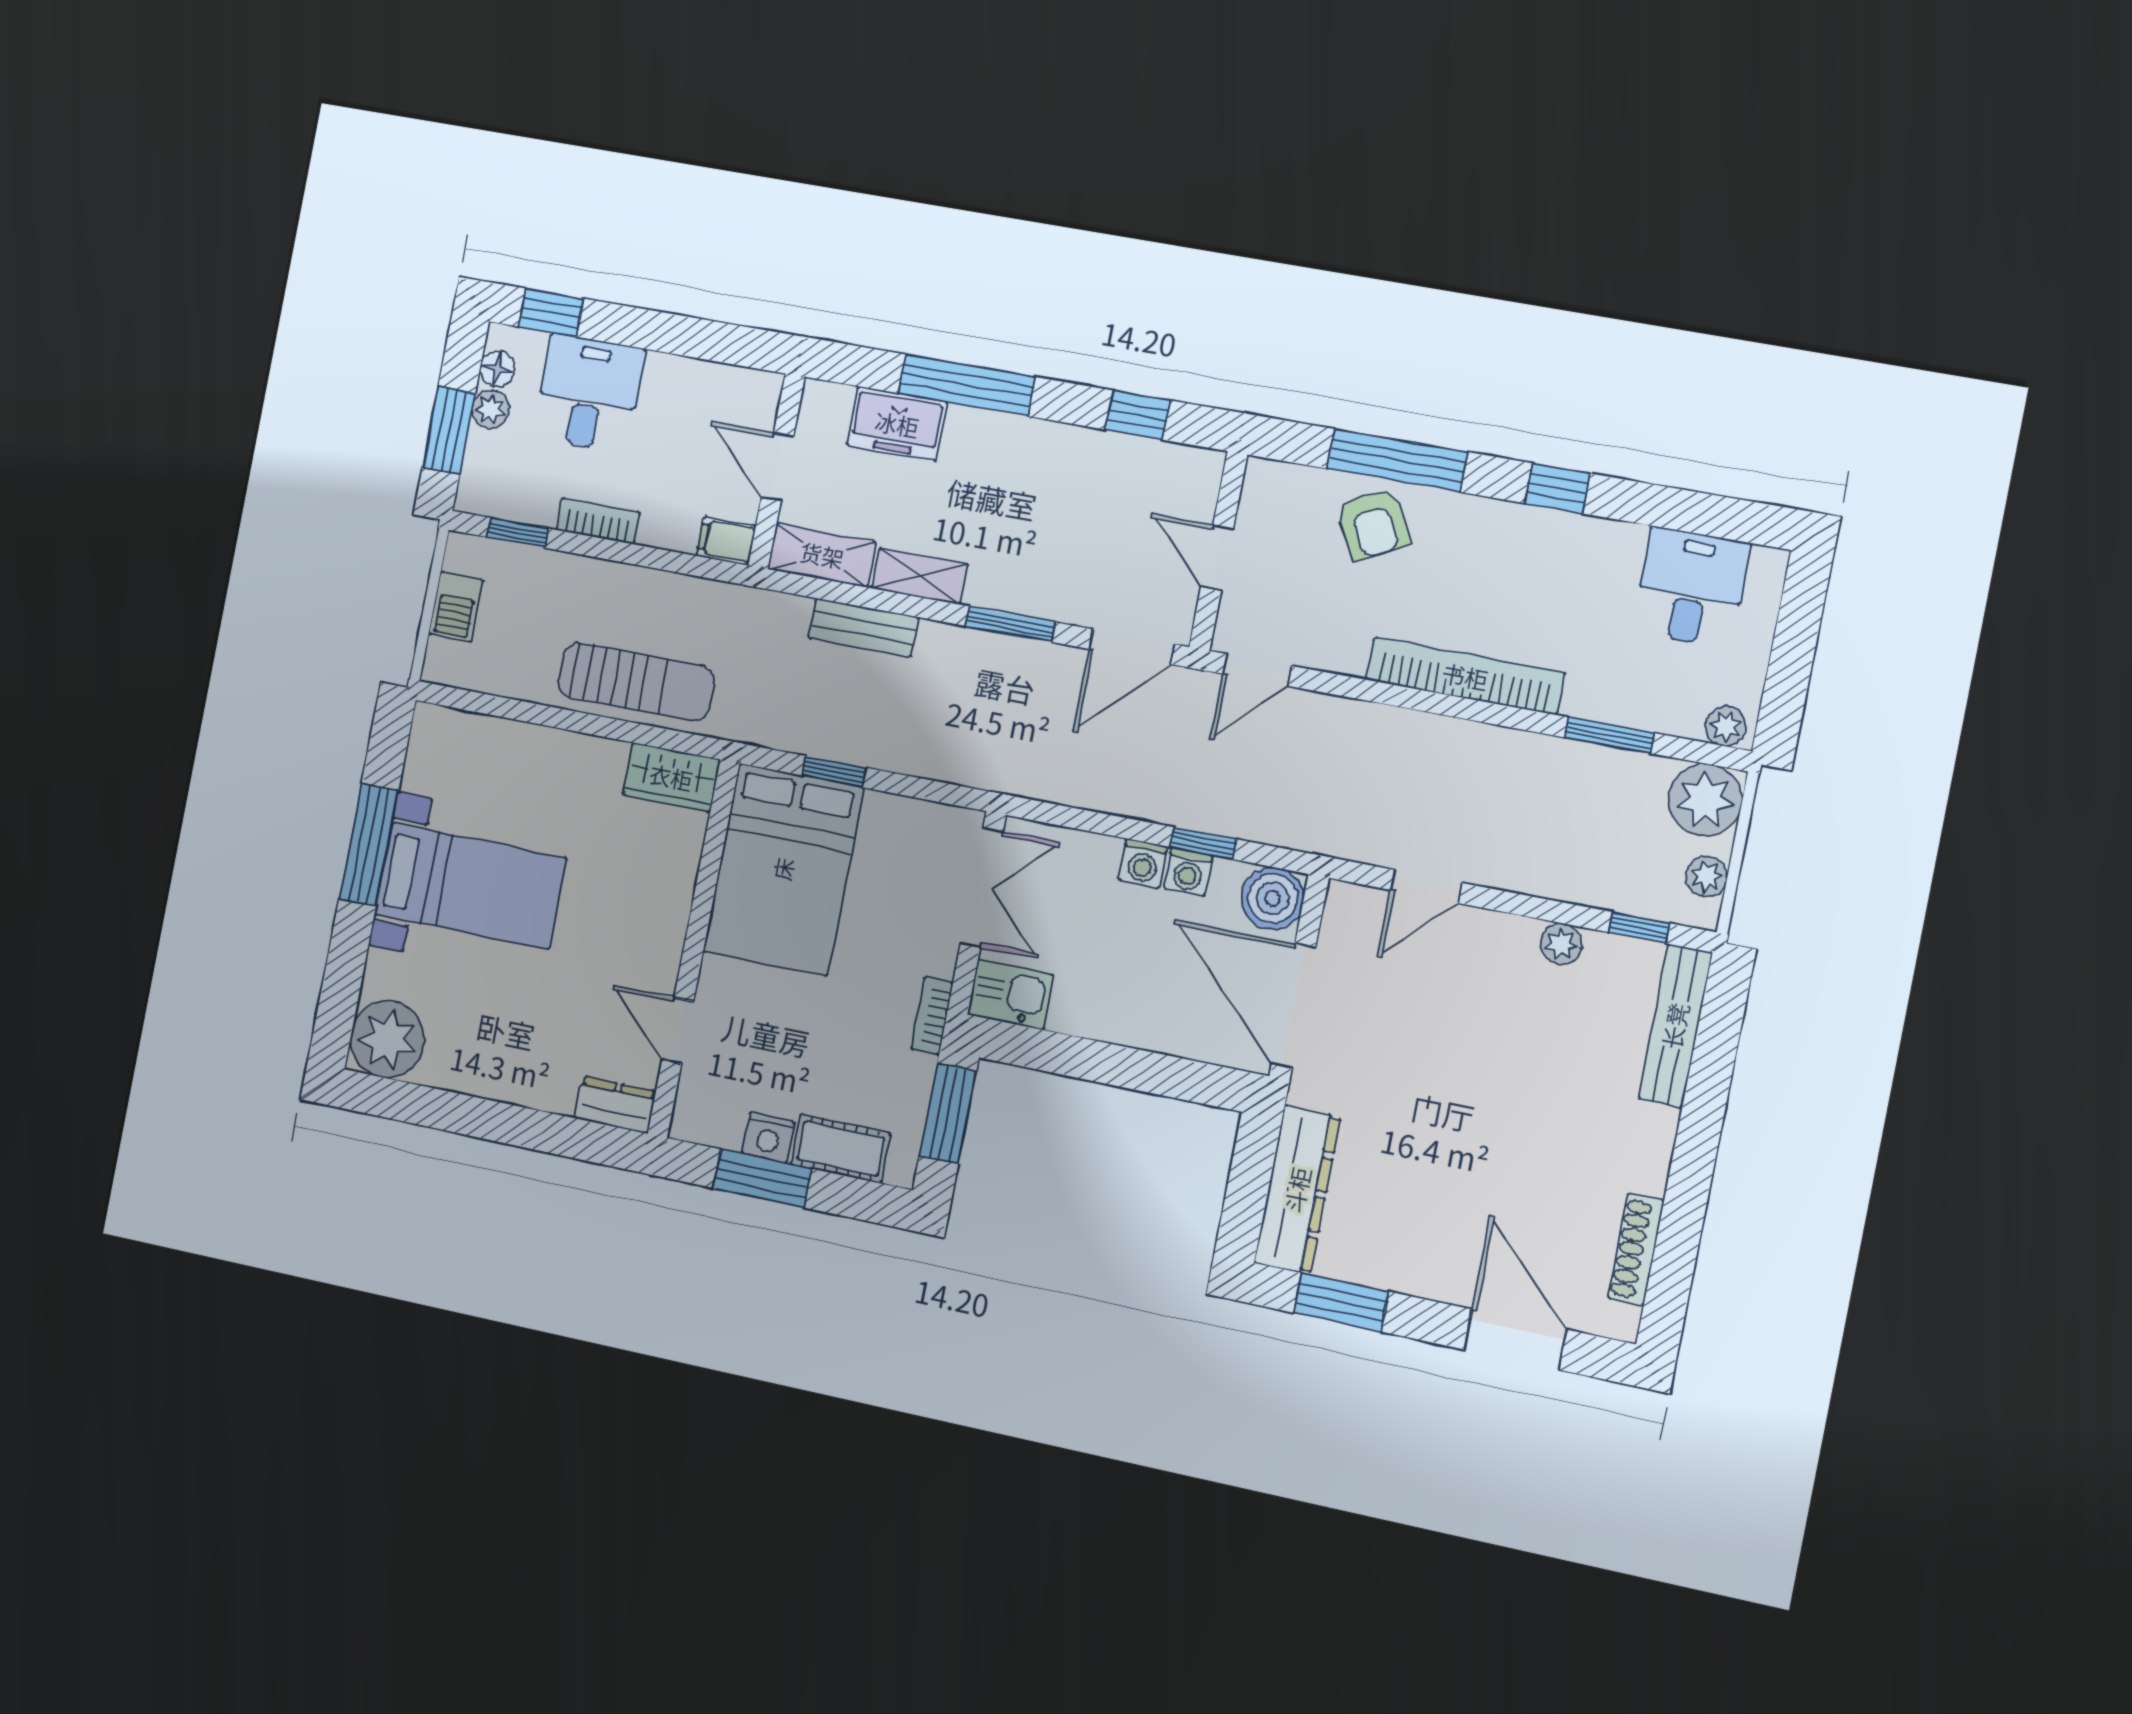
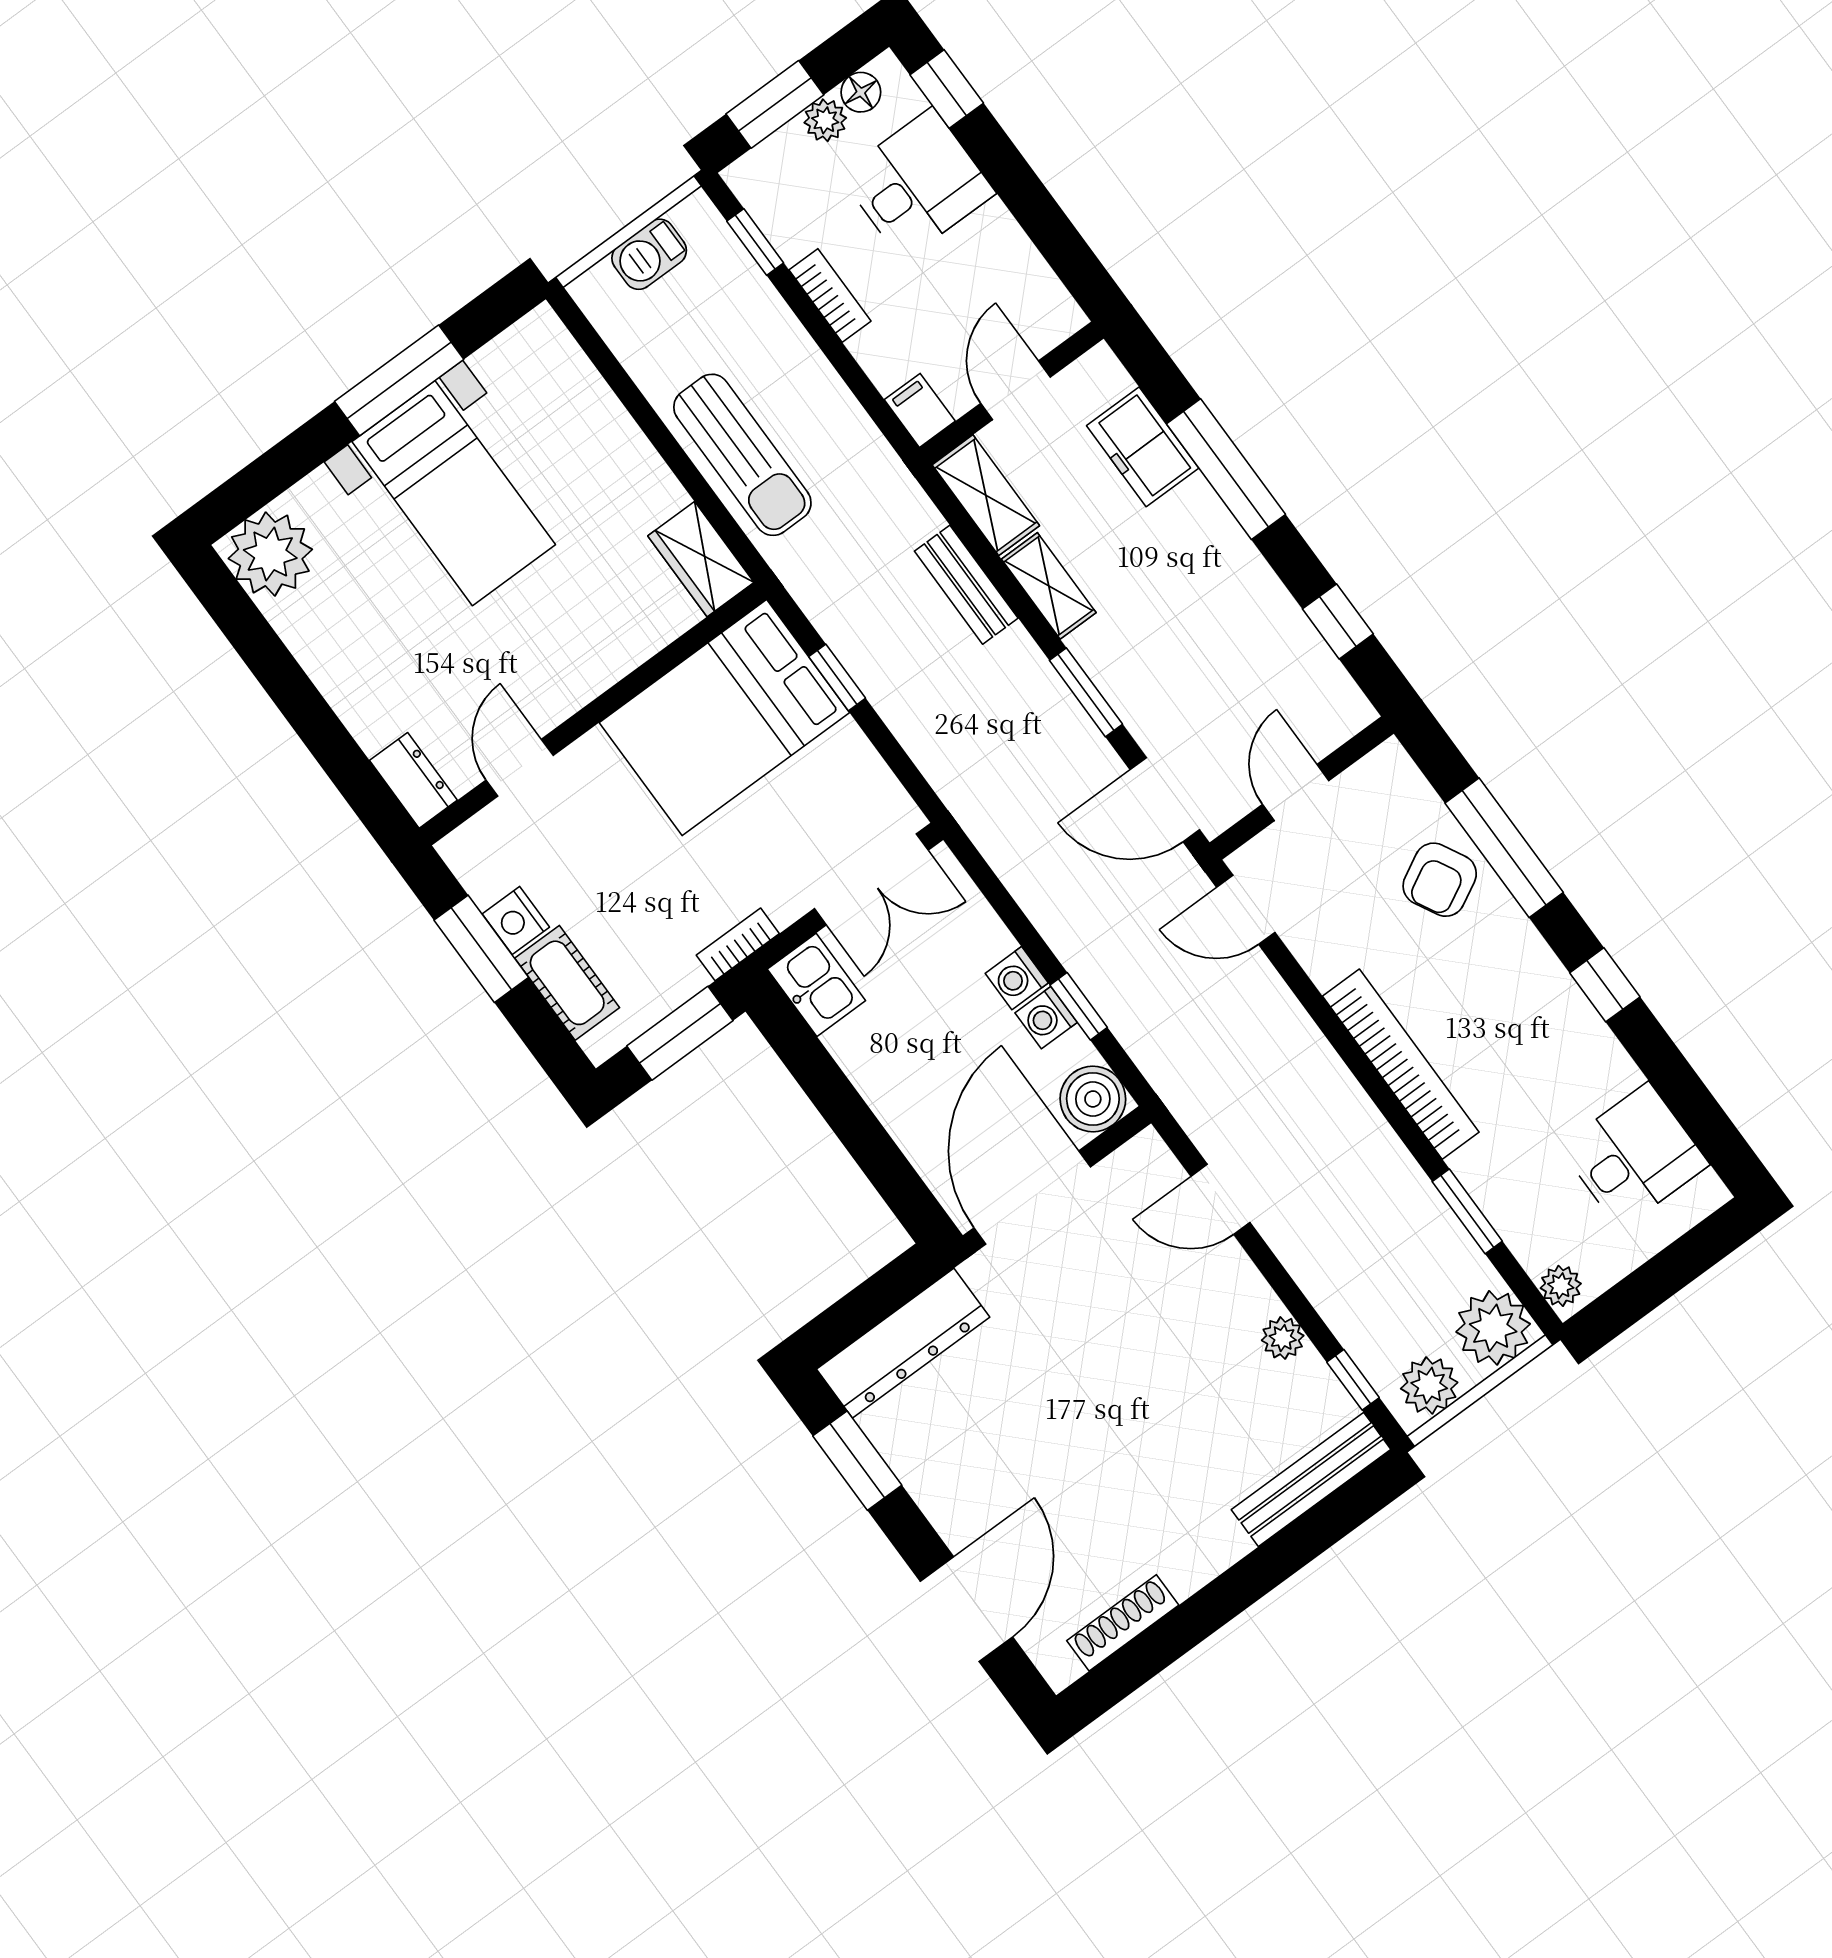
plant: (1707, 876) -> (1429, 1386), width x1.38, depth x1.38

